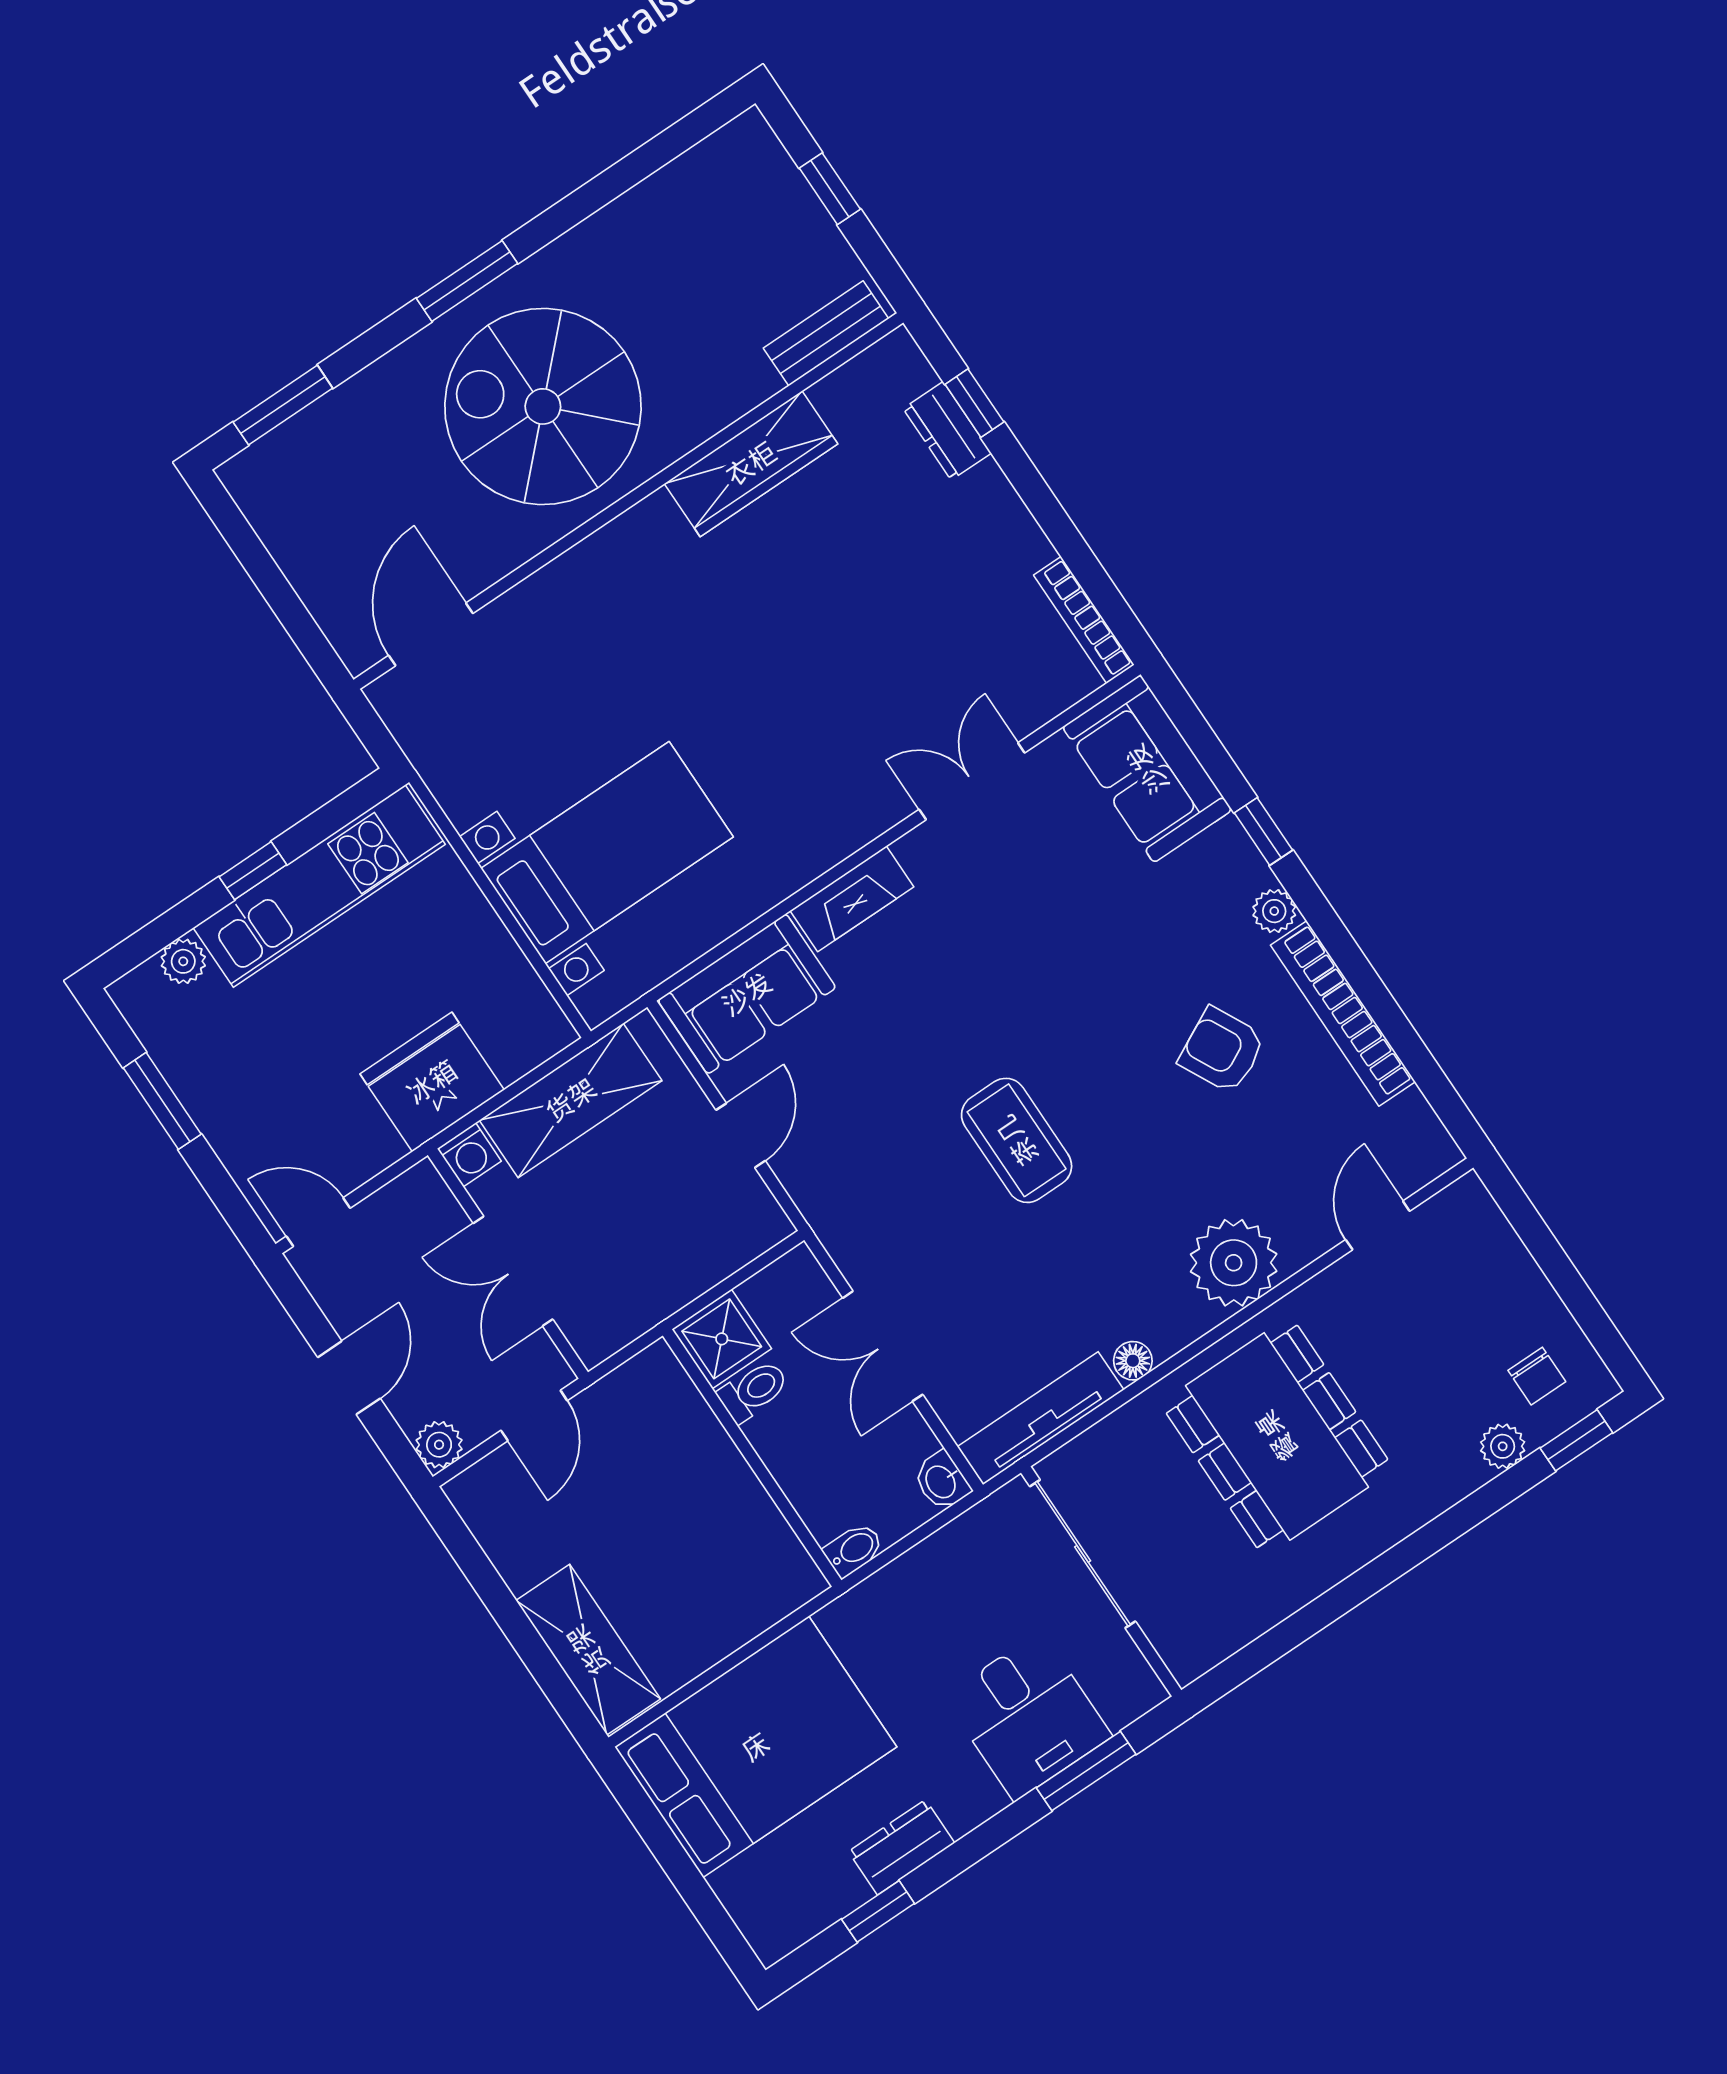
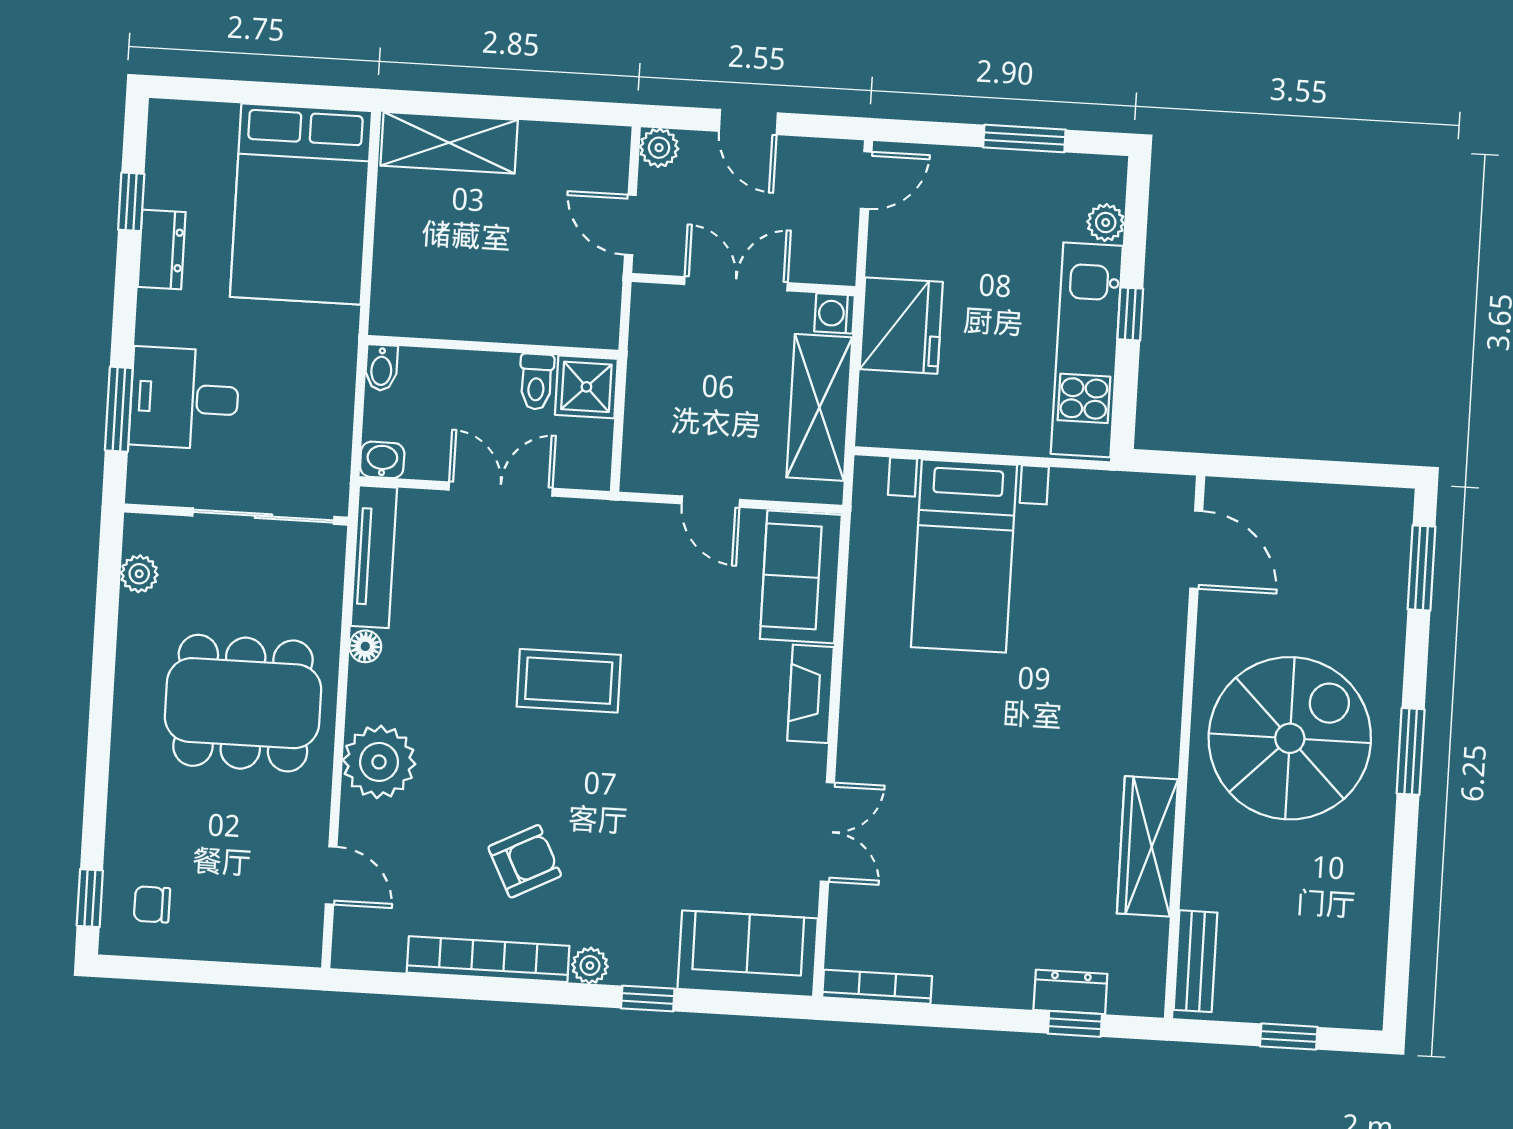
plant: (1503, 1446) -> (139, 574), moved

